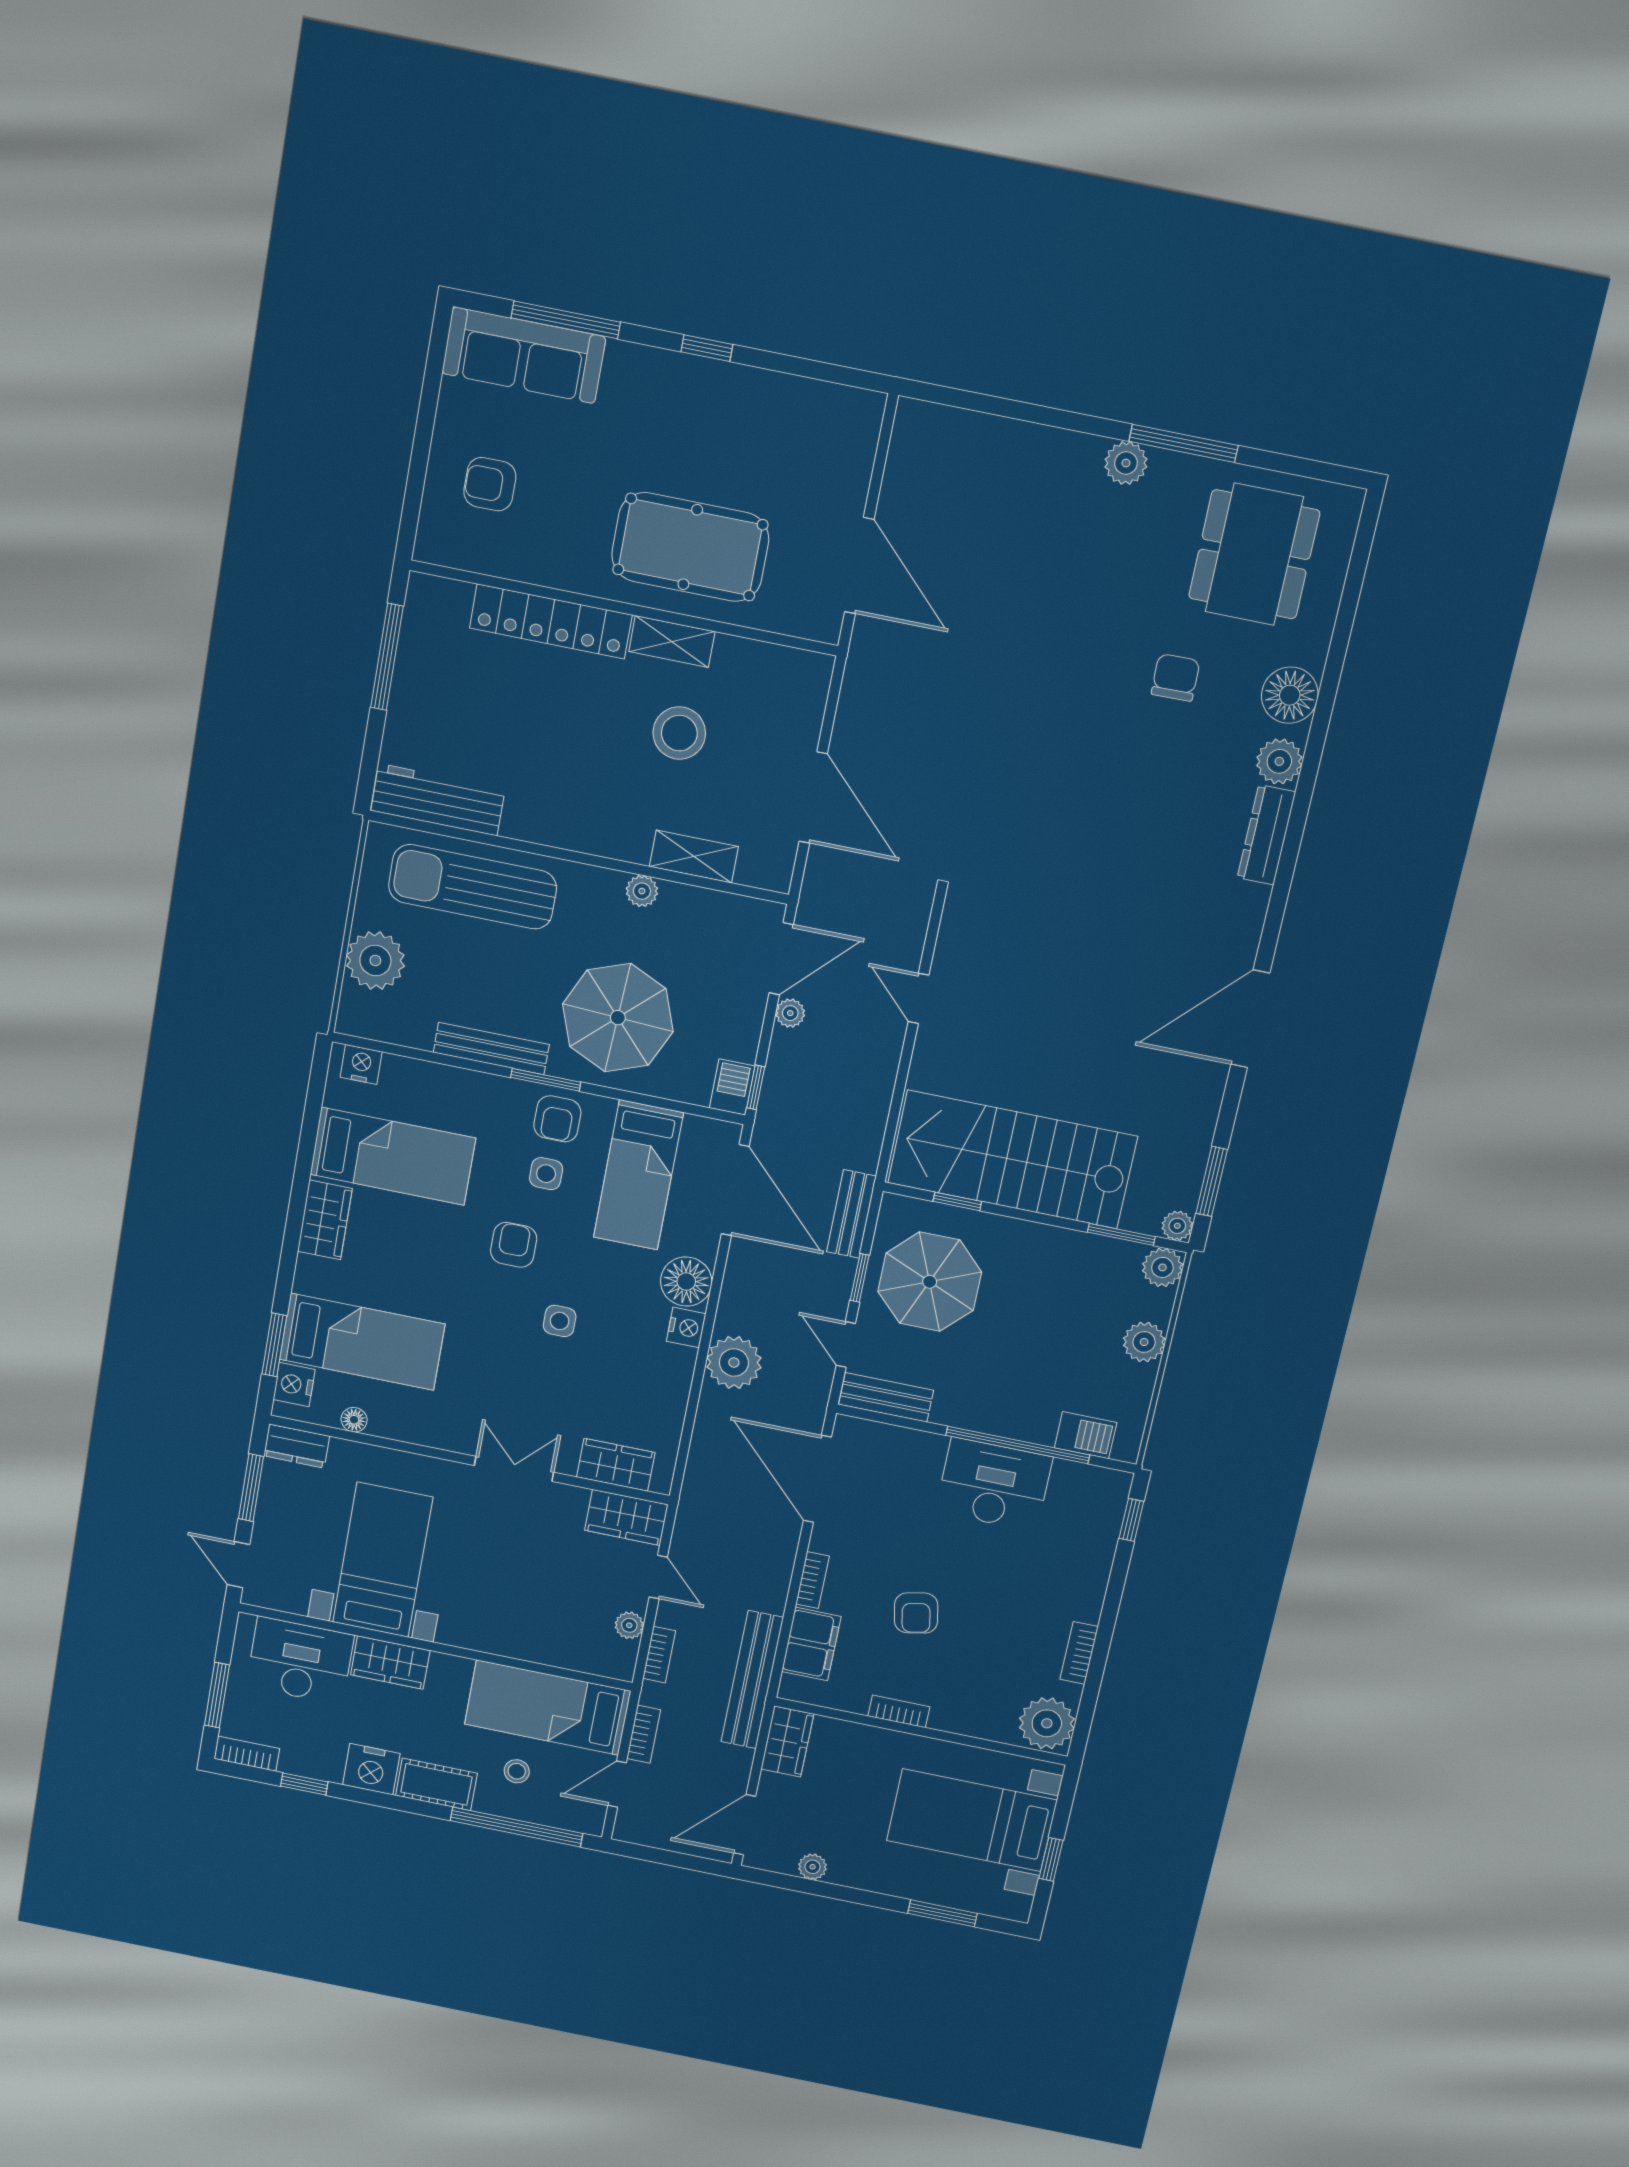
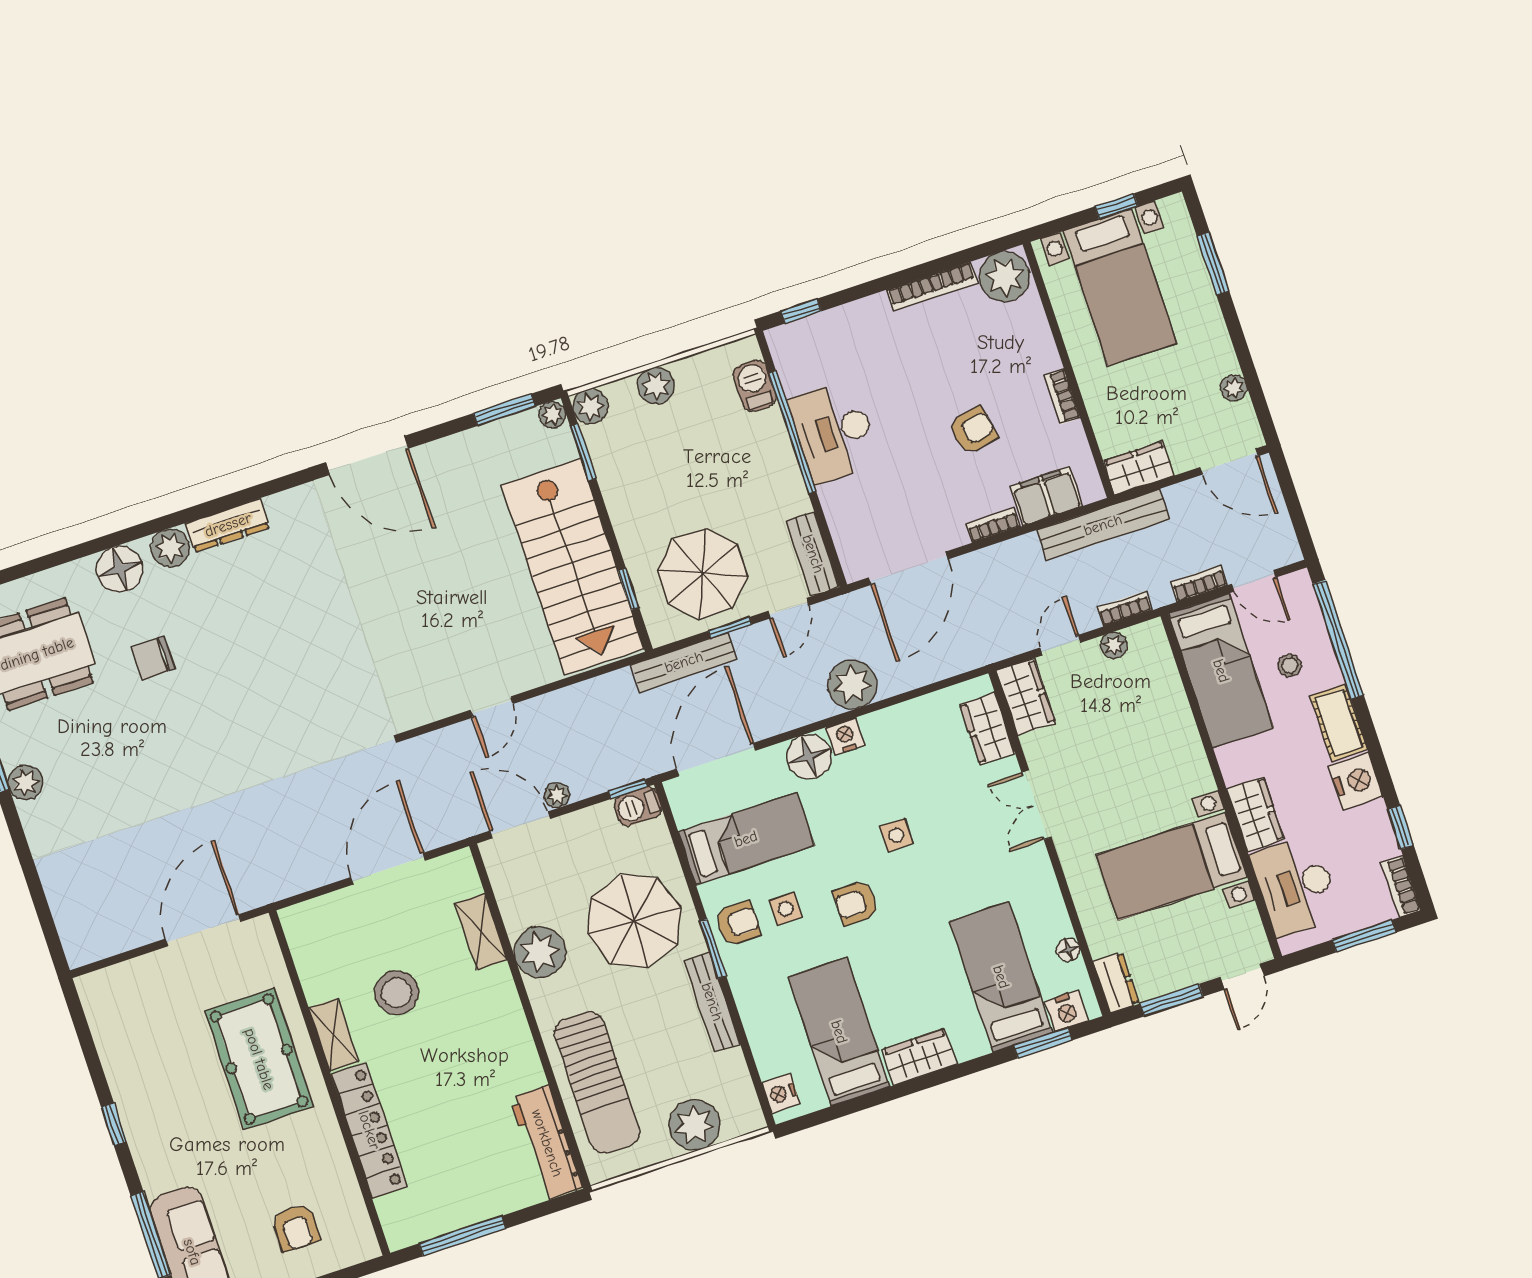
plant: (642, 891) -> (540, 952), width x1.88, depth x1.88
bench: (851, 1214) -> (684, 662), width x1.36
bookcase: (1079, 1653) -> (932, 287), width x1.56

